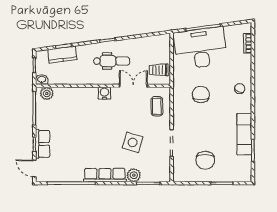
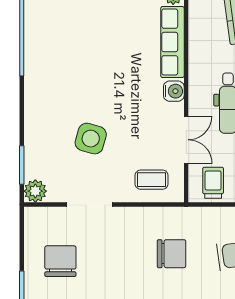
chair: (205, 160) -> (60, 261), turned 90
row of seats: (105, 175) -> (172, 42), moved, turned 180
plant: (134, 175) -> (35, 191), moved

